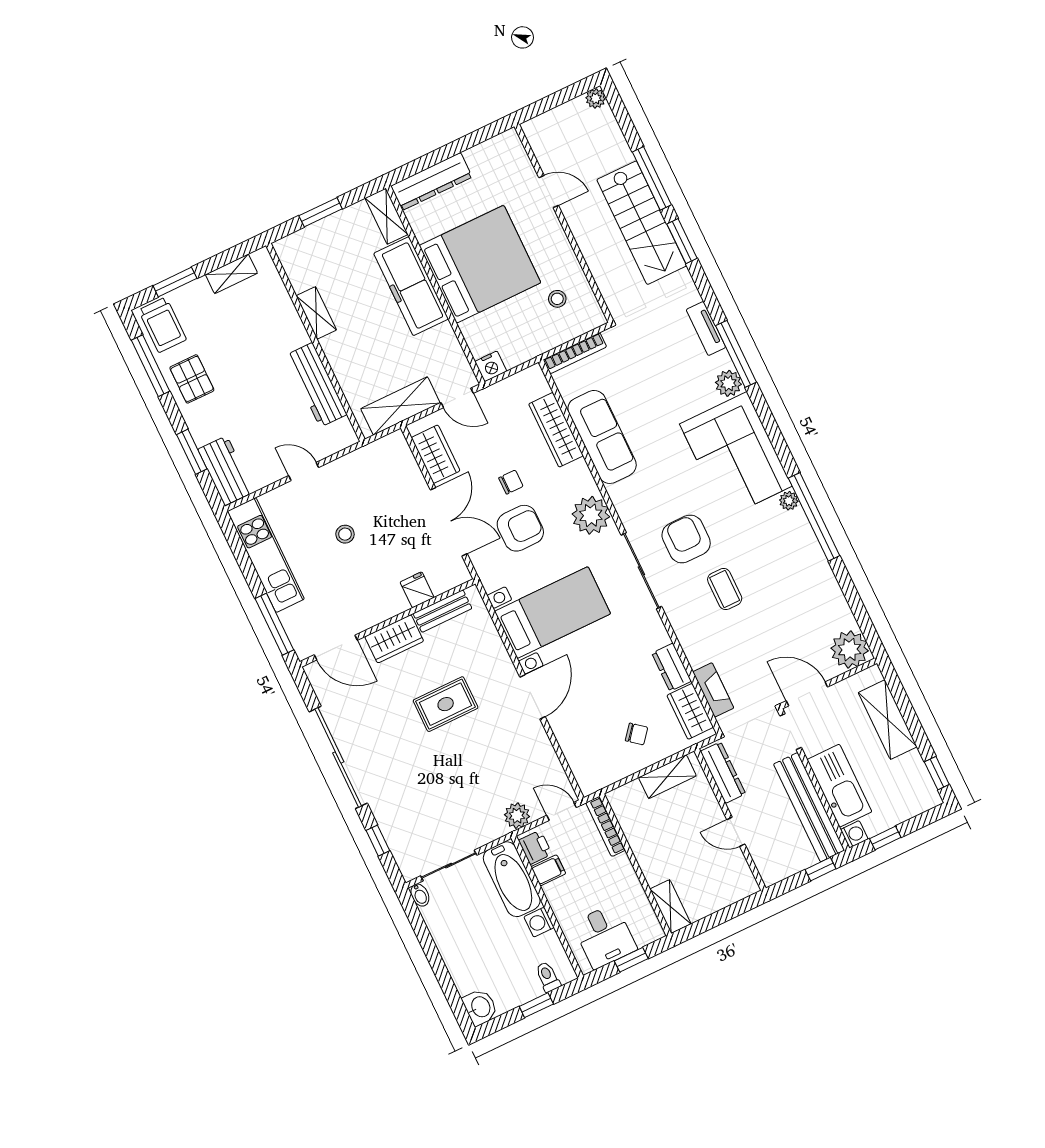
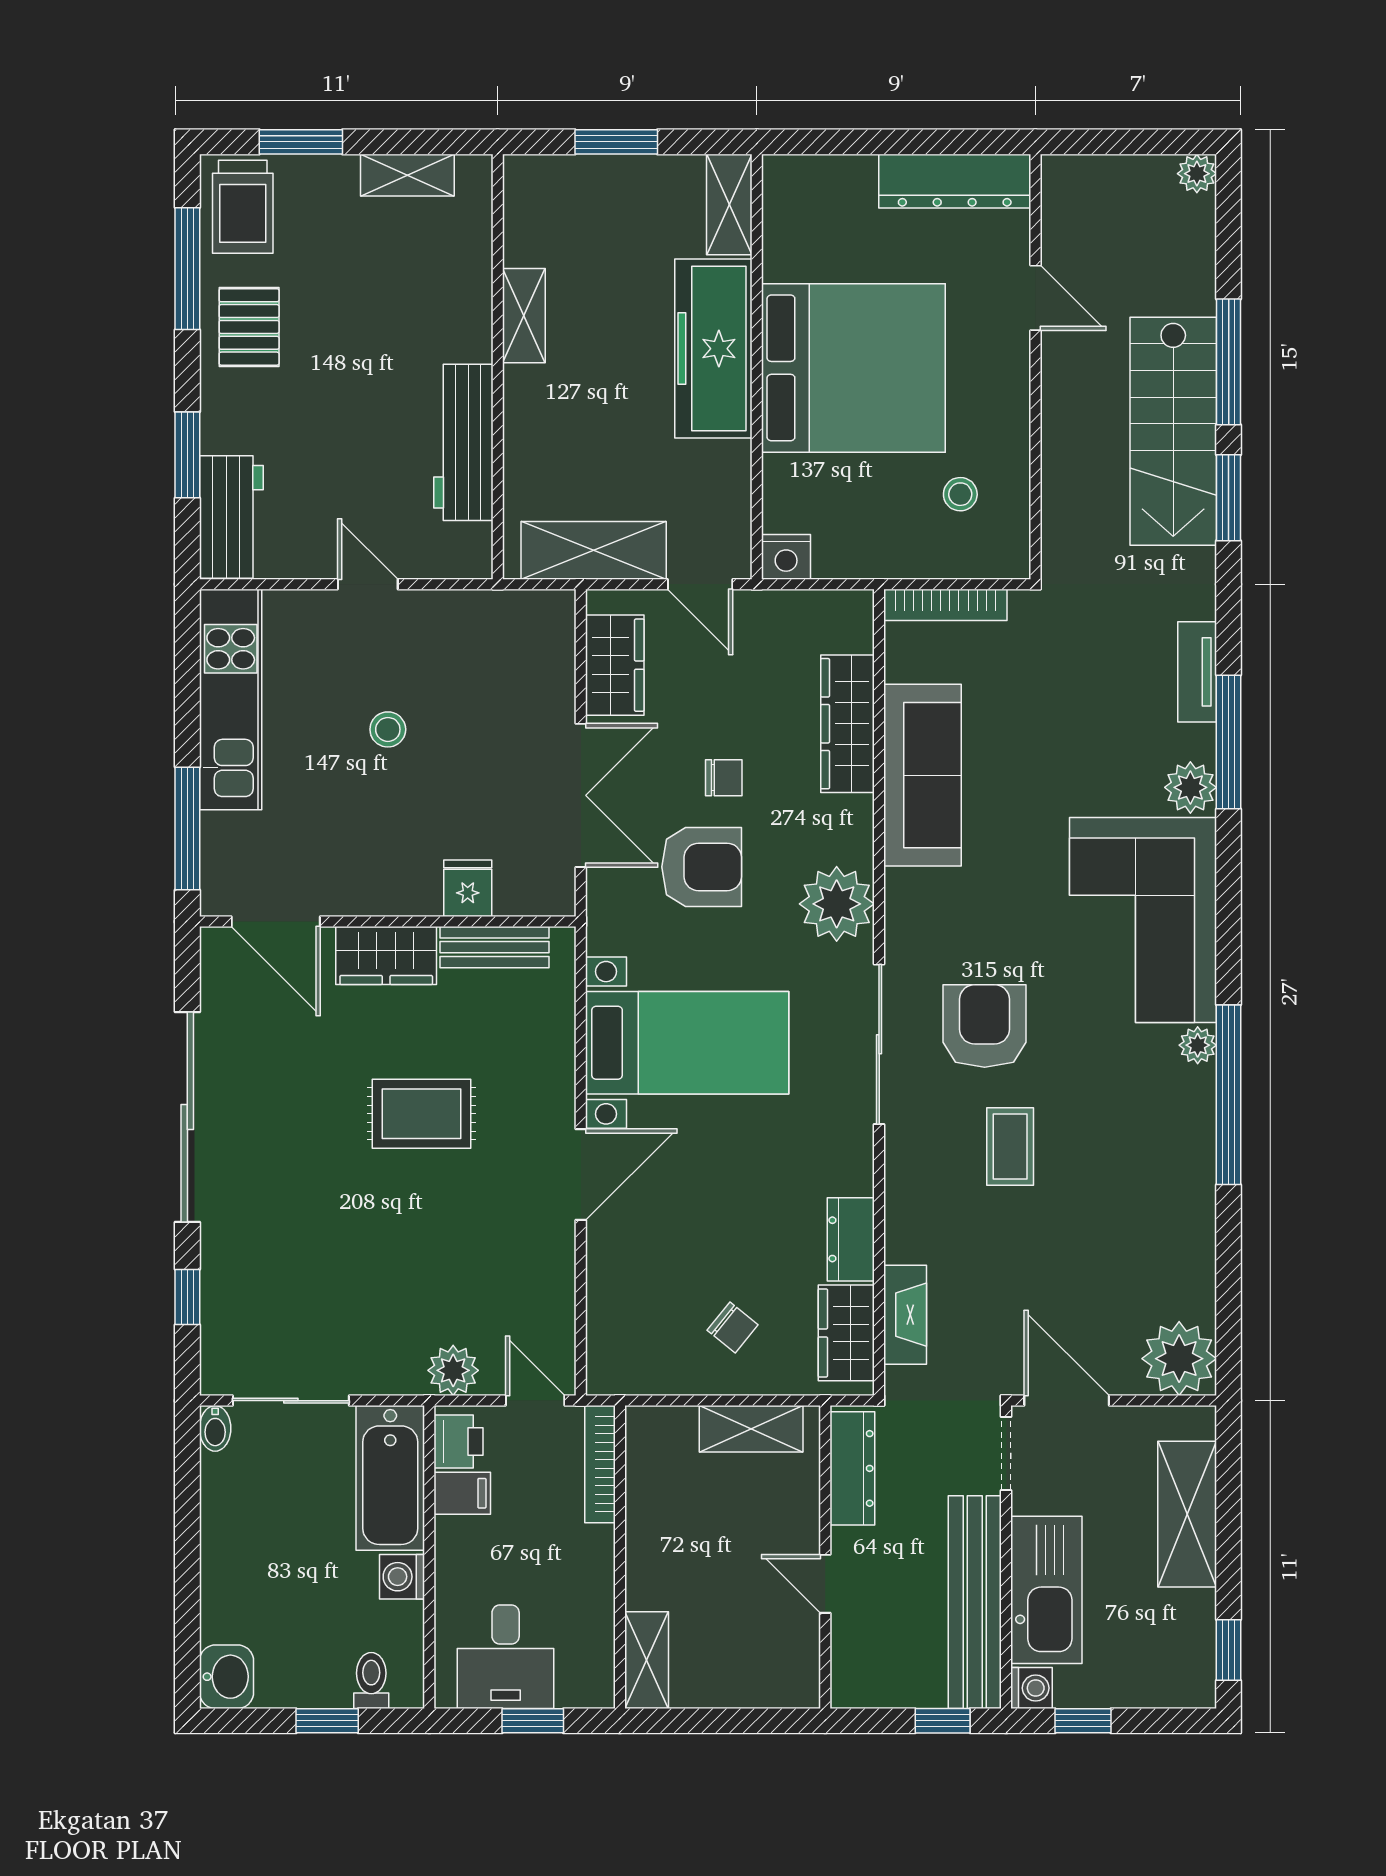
dresser: (431, 181) -> (955, 181), moved

